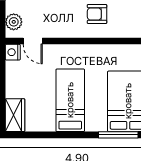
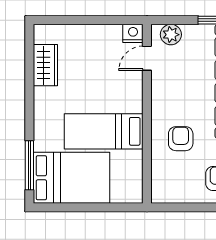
bed: (70, 100) -> (104, 131), moved, turned 180
wardrobe: (15, 115) -> (45, 65), moved, turned -90

